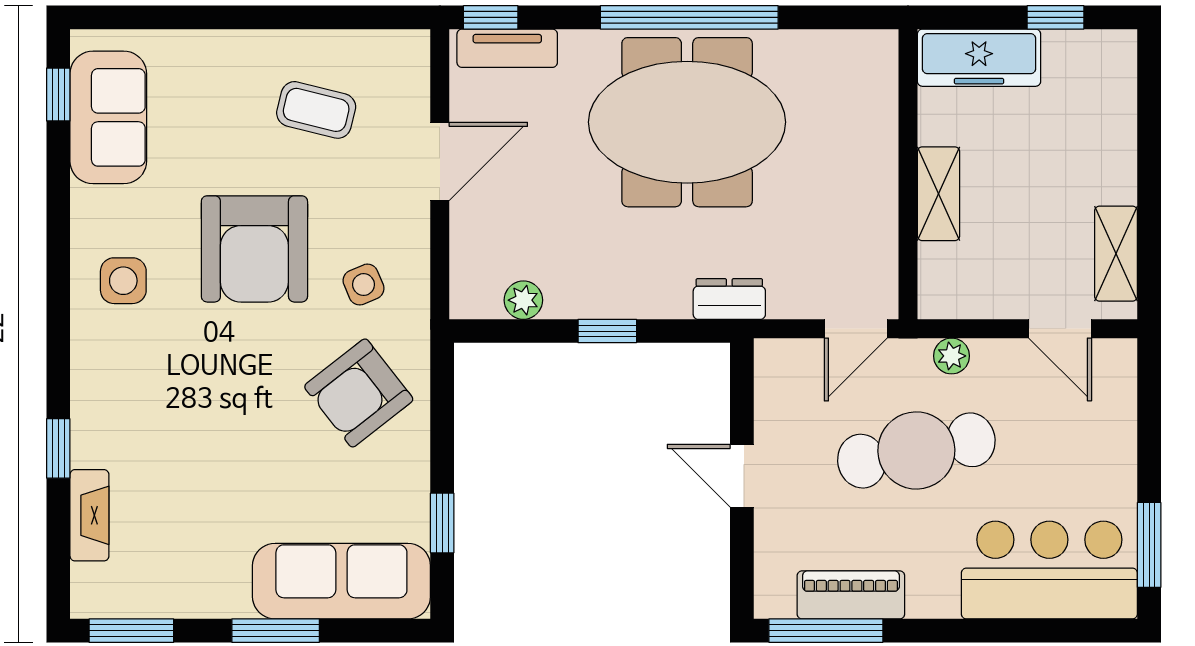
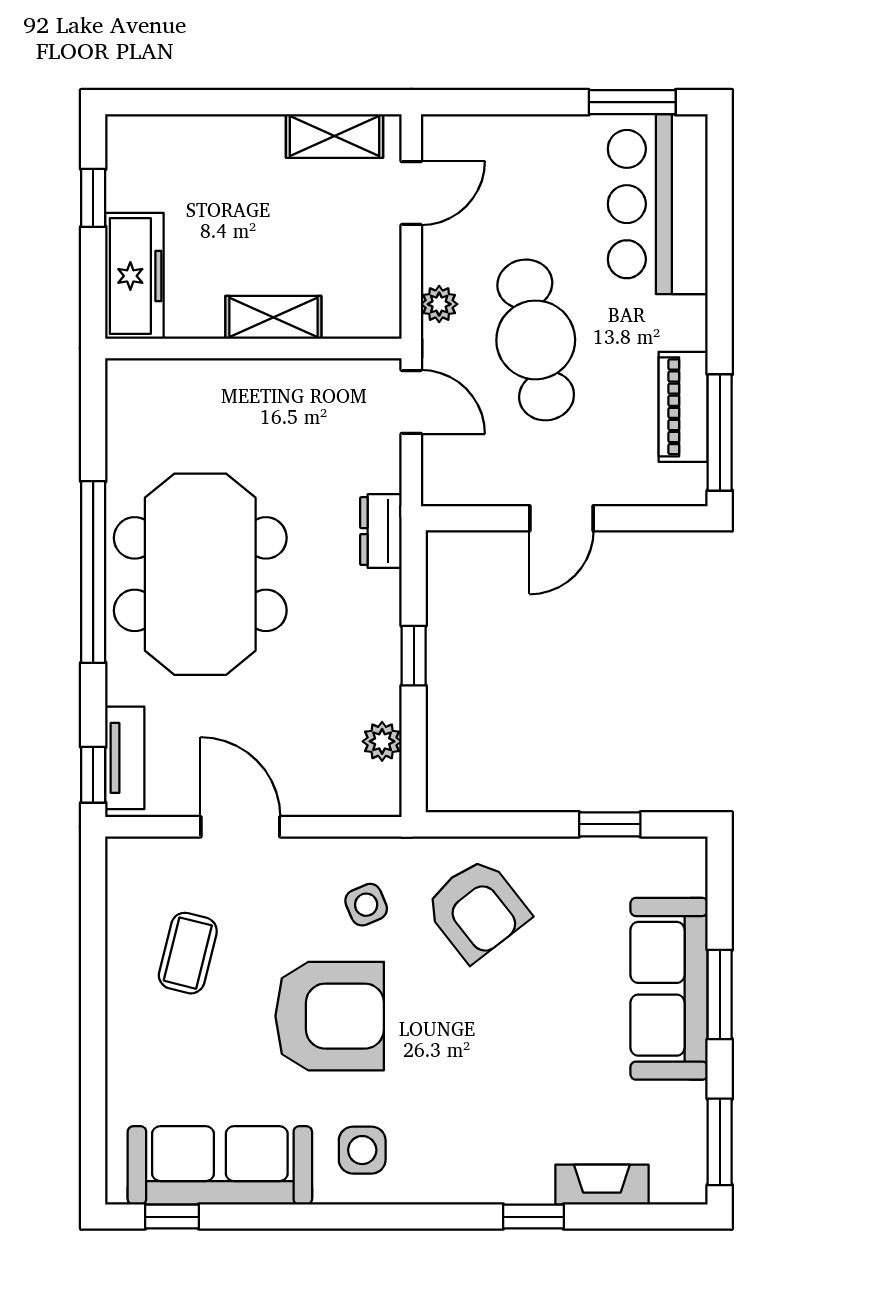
sofa: (108, 117) -> (220, 1165), width x1.36
sofa: (341, 581) -> (669, 989), moved

